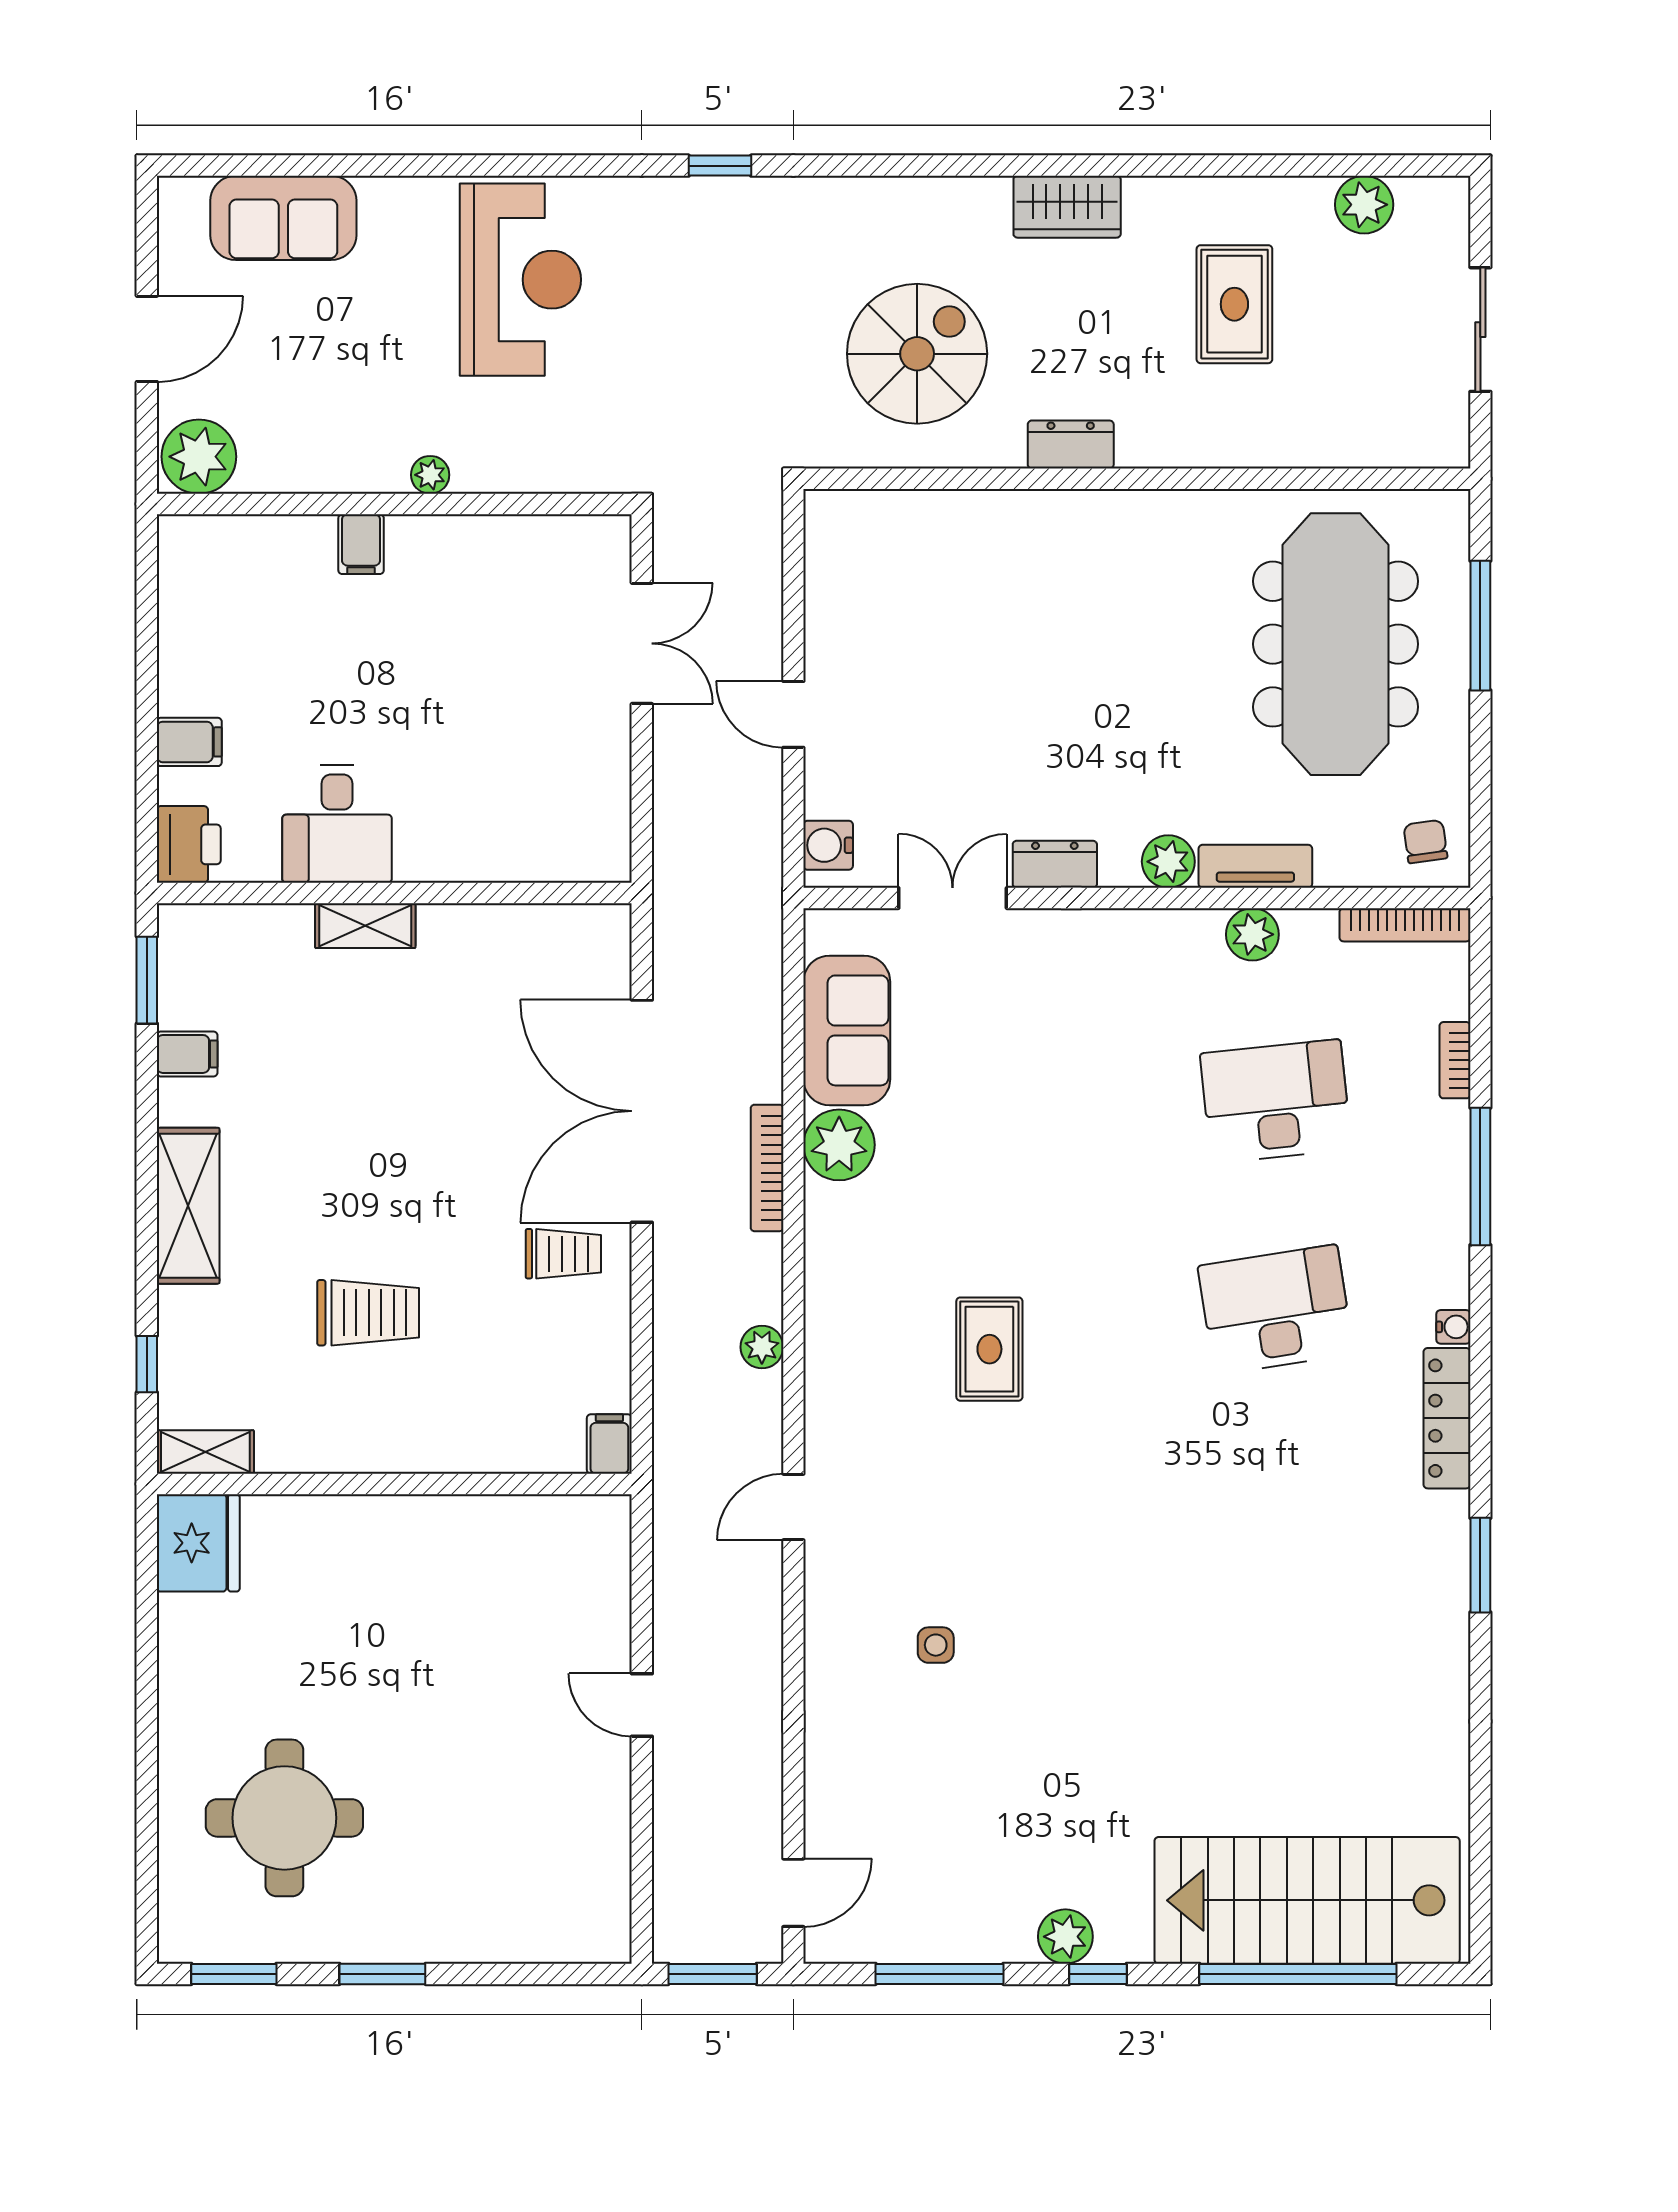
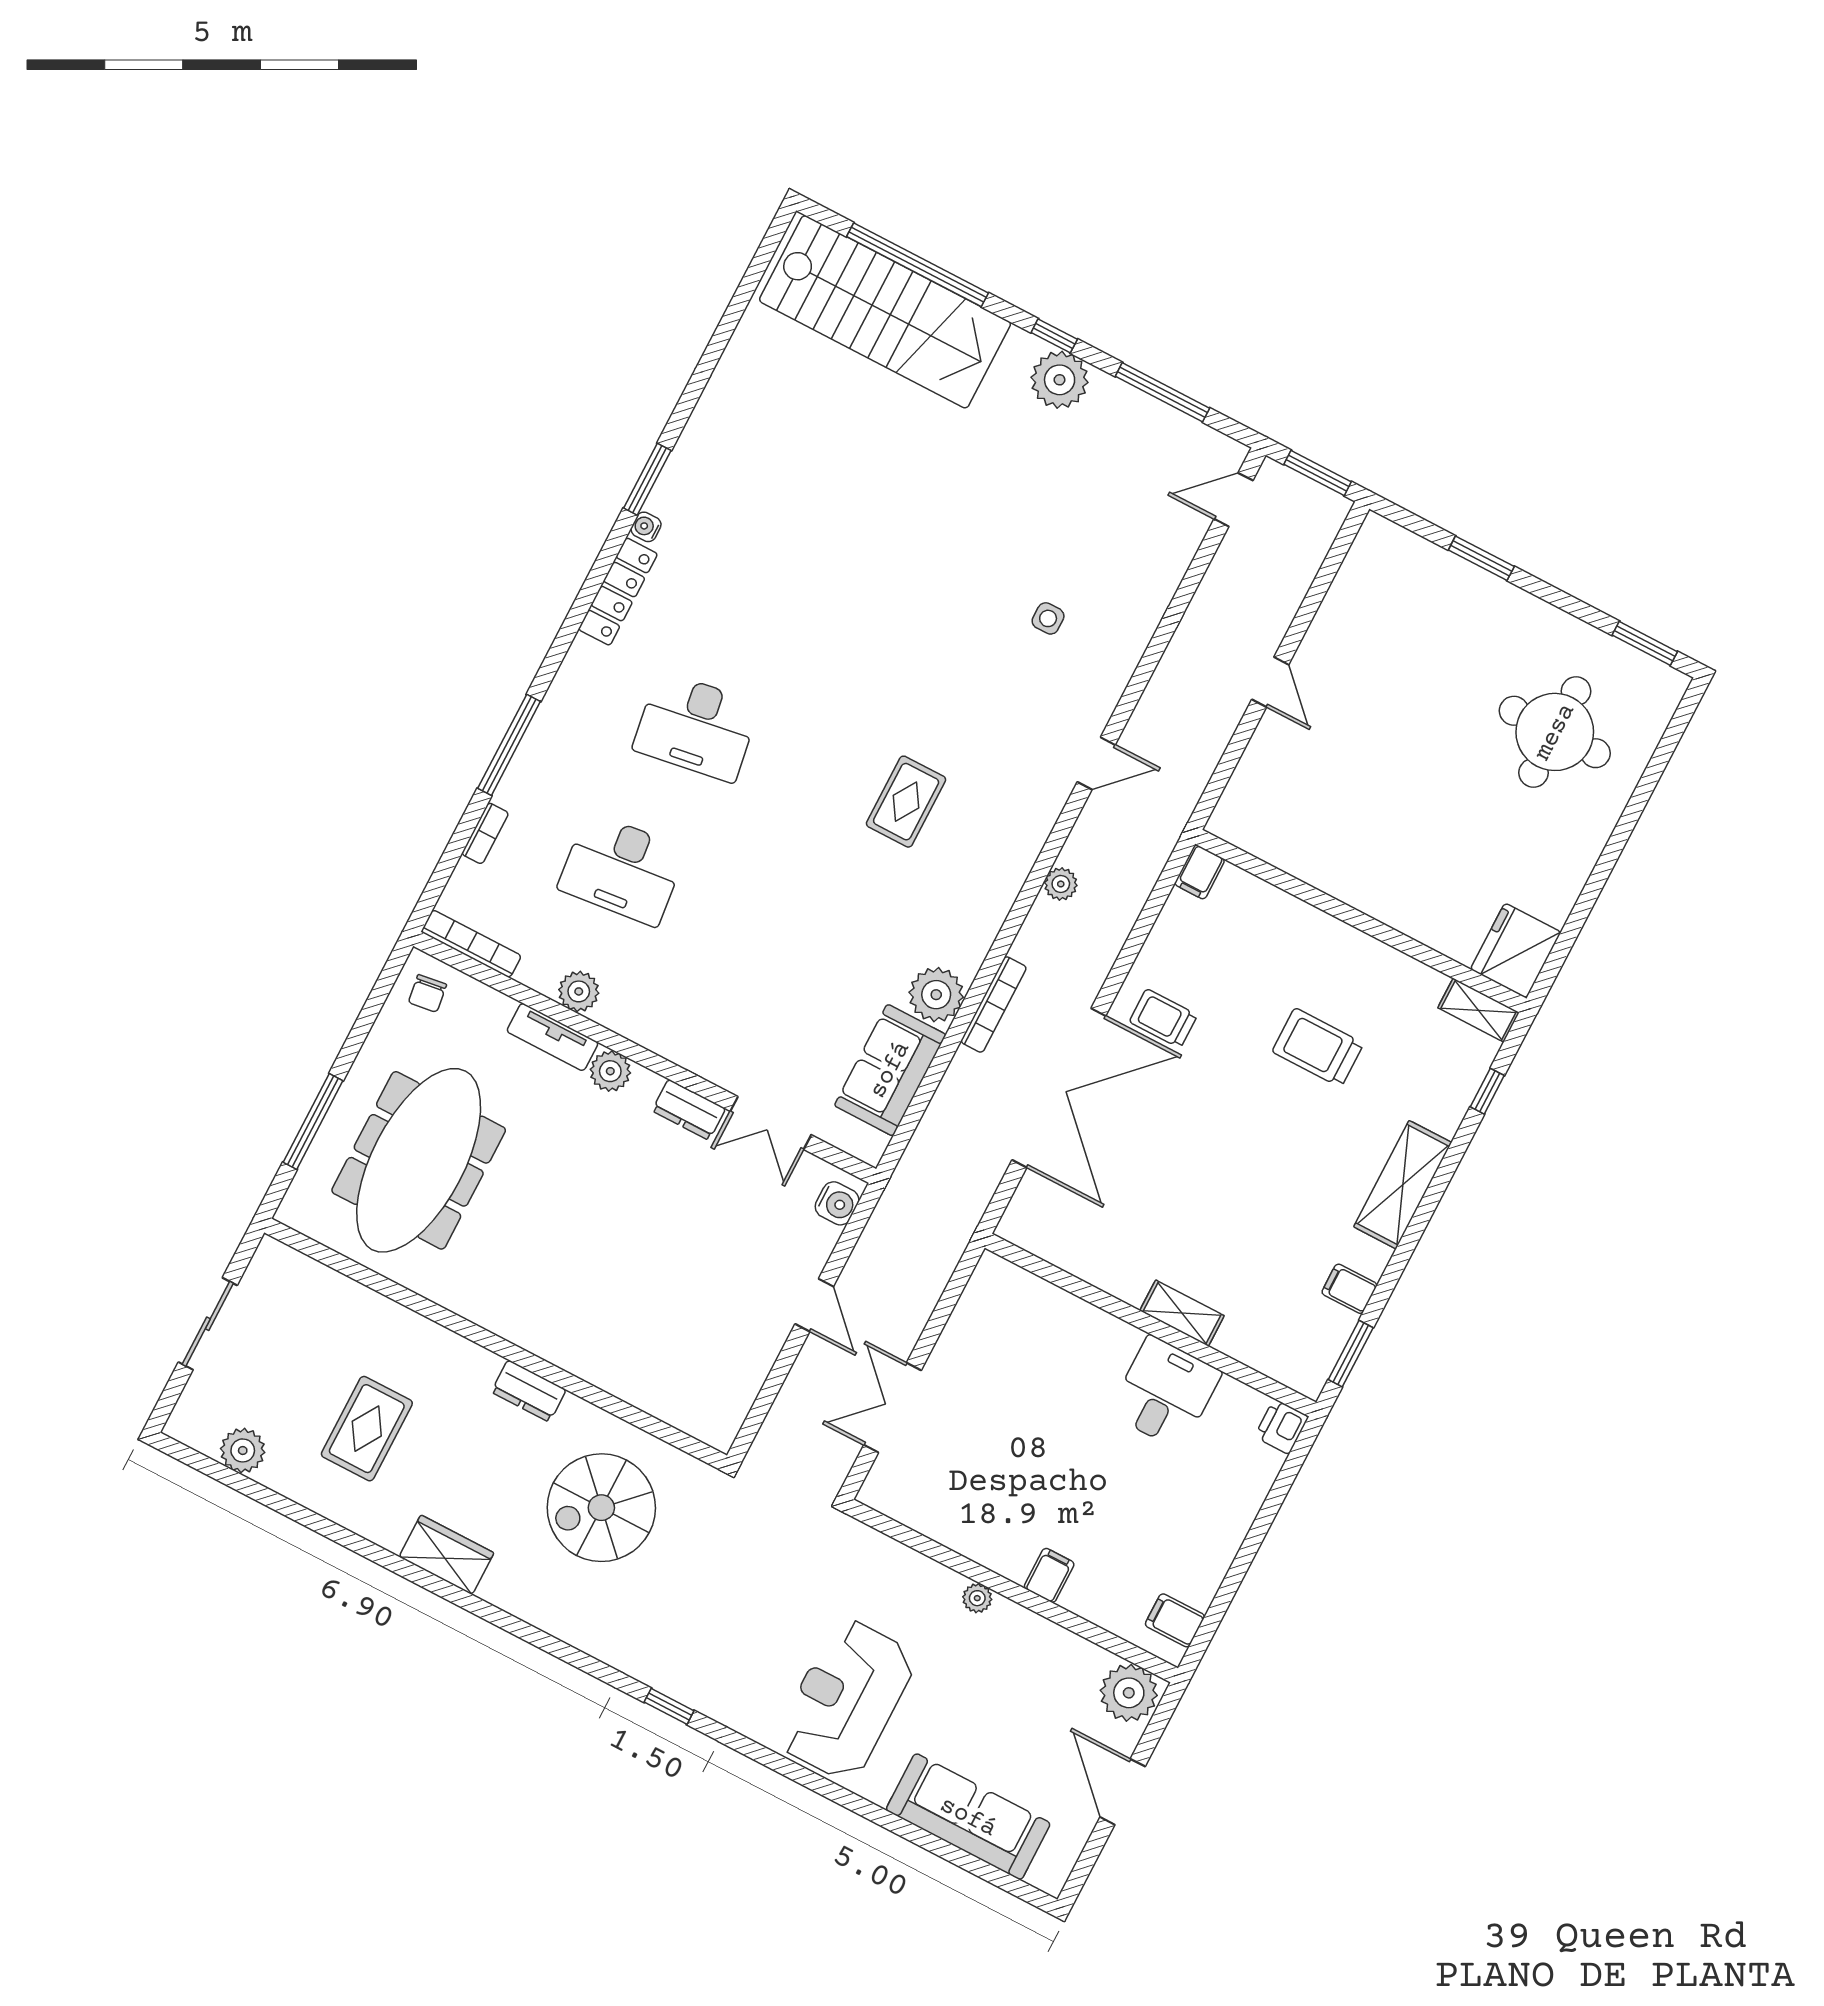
sofa: (283, 218) -> (968, 1817), width x1.36
door: (147, 339) -> (1123, 1792), hinge flipped
filing cabinet: (189, 742) -> (1175, 1620), moved
printer: (189, 844) -> (1282, 1427), width x0.73, depth x0.81
water cooler: (1453, 1327) -> (646, 527), moved
plant: (1065, 1937) -> (1060, 380), width x1.36, depth x1.36
window: (382, 1974) -> (1481, 558), moved

